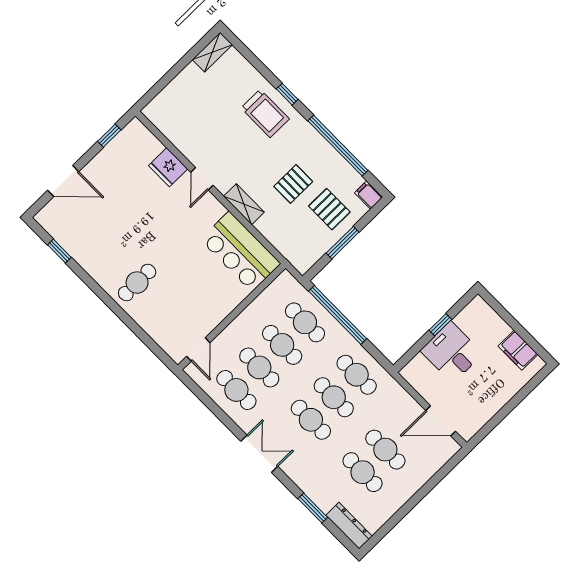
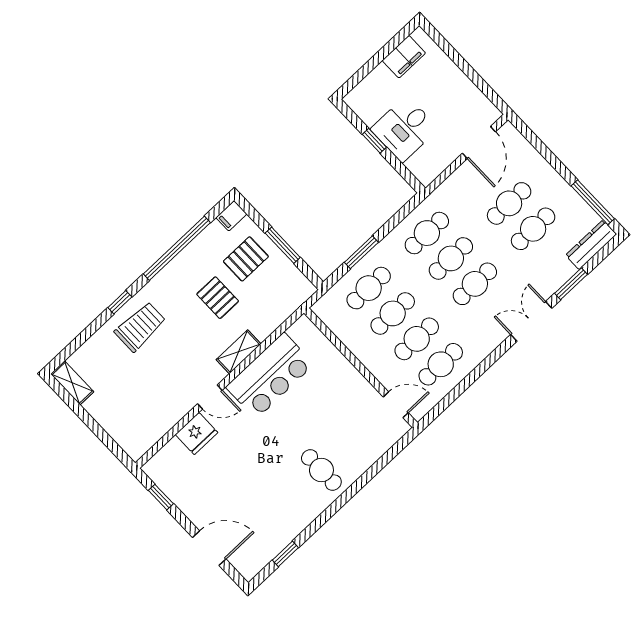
door: (63, 181) -> (209, 548), hinge flipped
bar counter: (240, 251) -> (270, 376), moved
window: (338, 315) -> (361, 252), width x0.47
double door: (259, 454) -> (531, 321), moved
window: (388, 526) -> (593, 202), added

